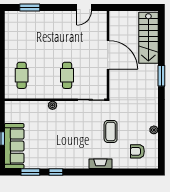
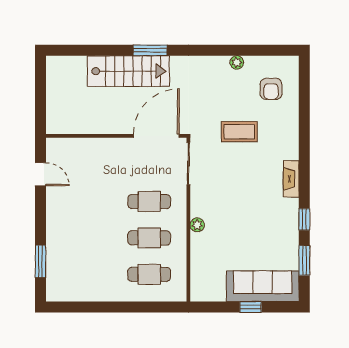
stairs: (148, 38) -> (128, 71), moved
door: (108, 55) -> (156, 136), moved
cafe table: (44, 75) -> (149, 238), added
fireplace: (100, 164) -> (291, 179), moved

